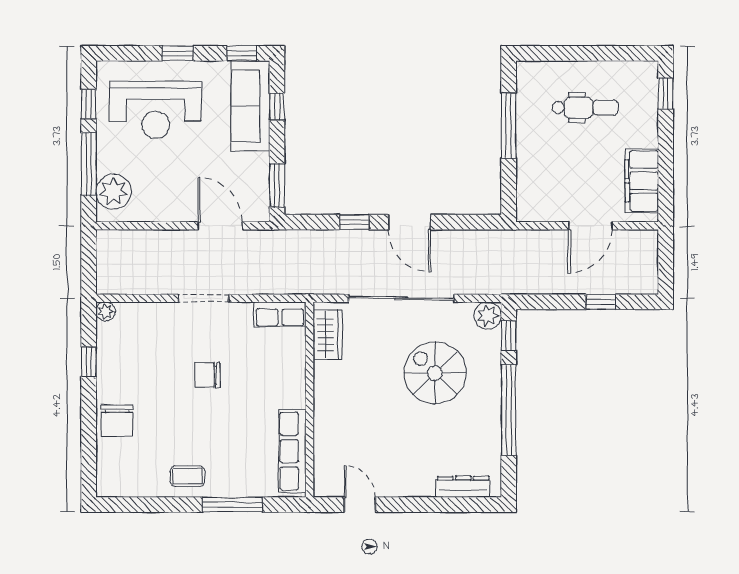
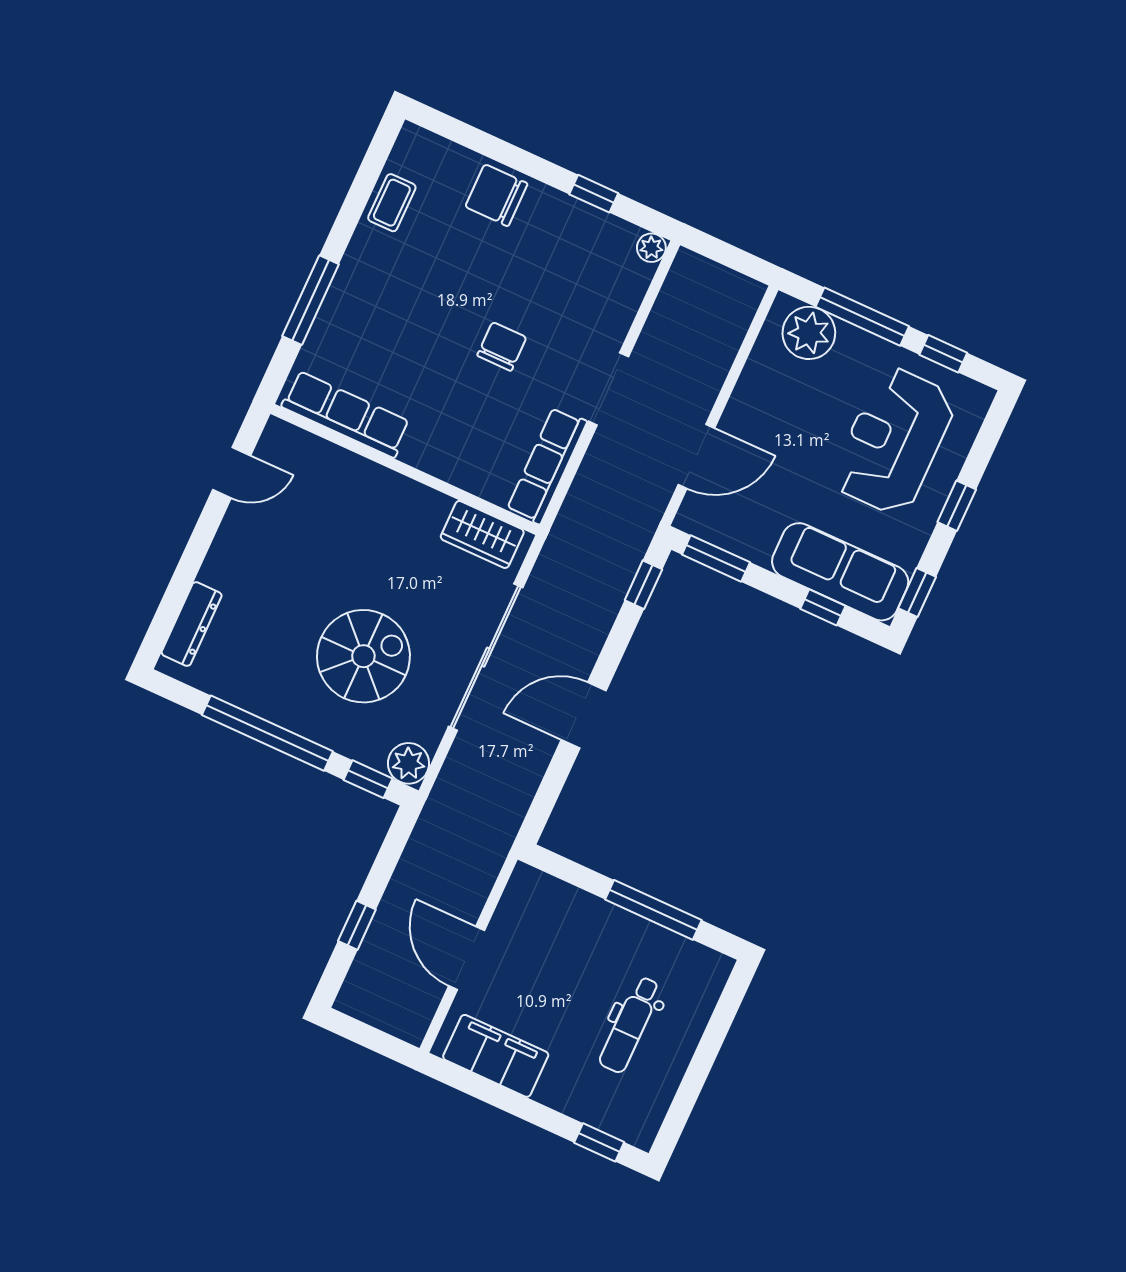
window: (354, 222) -> (643, 585), moved
row of seats: (280, 314) -> (547, 466), width x1.48
coffee table: (187, 476) -> (392, 203), moved

